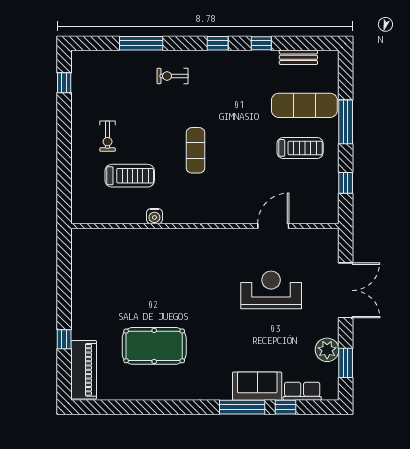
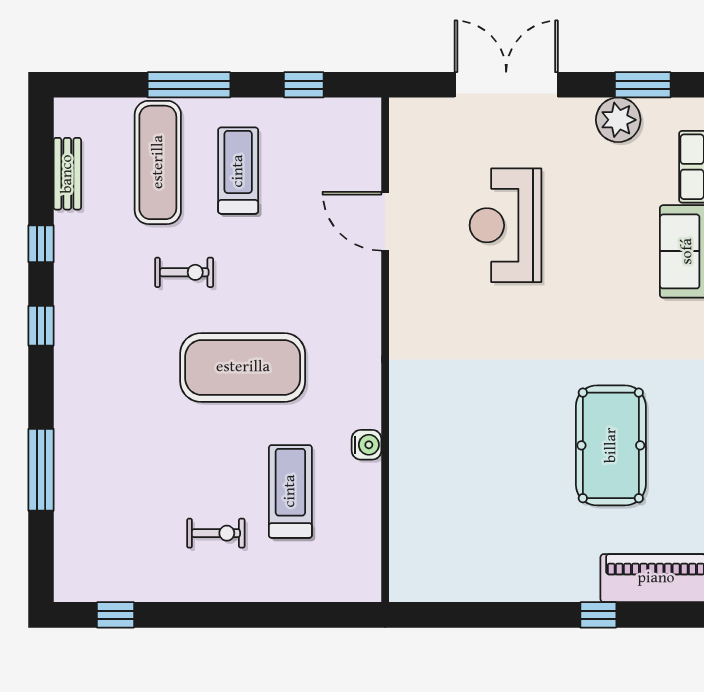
exercise bike: (173, 76) -> (184, 272), moved, turned -90
exercise mat: (196, 150) -> (243, 367), width x2.00, depth x1.45

